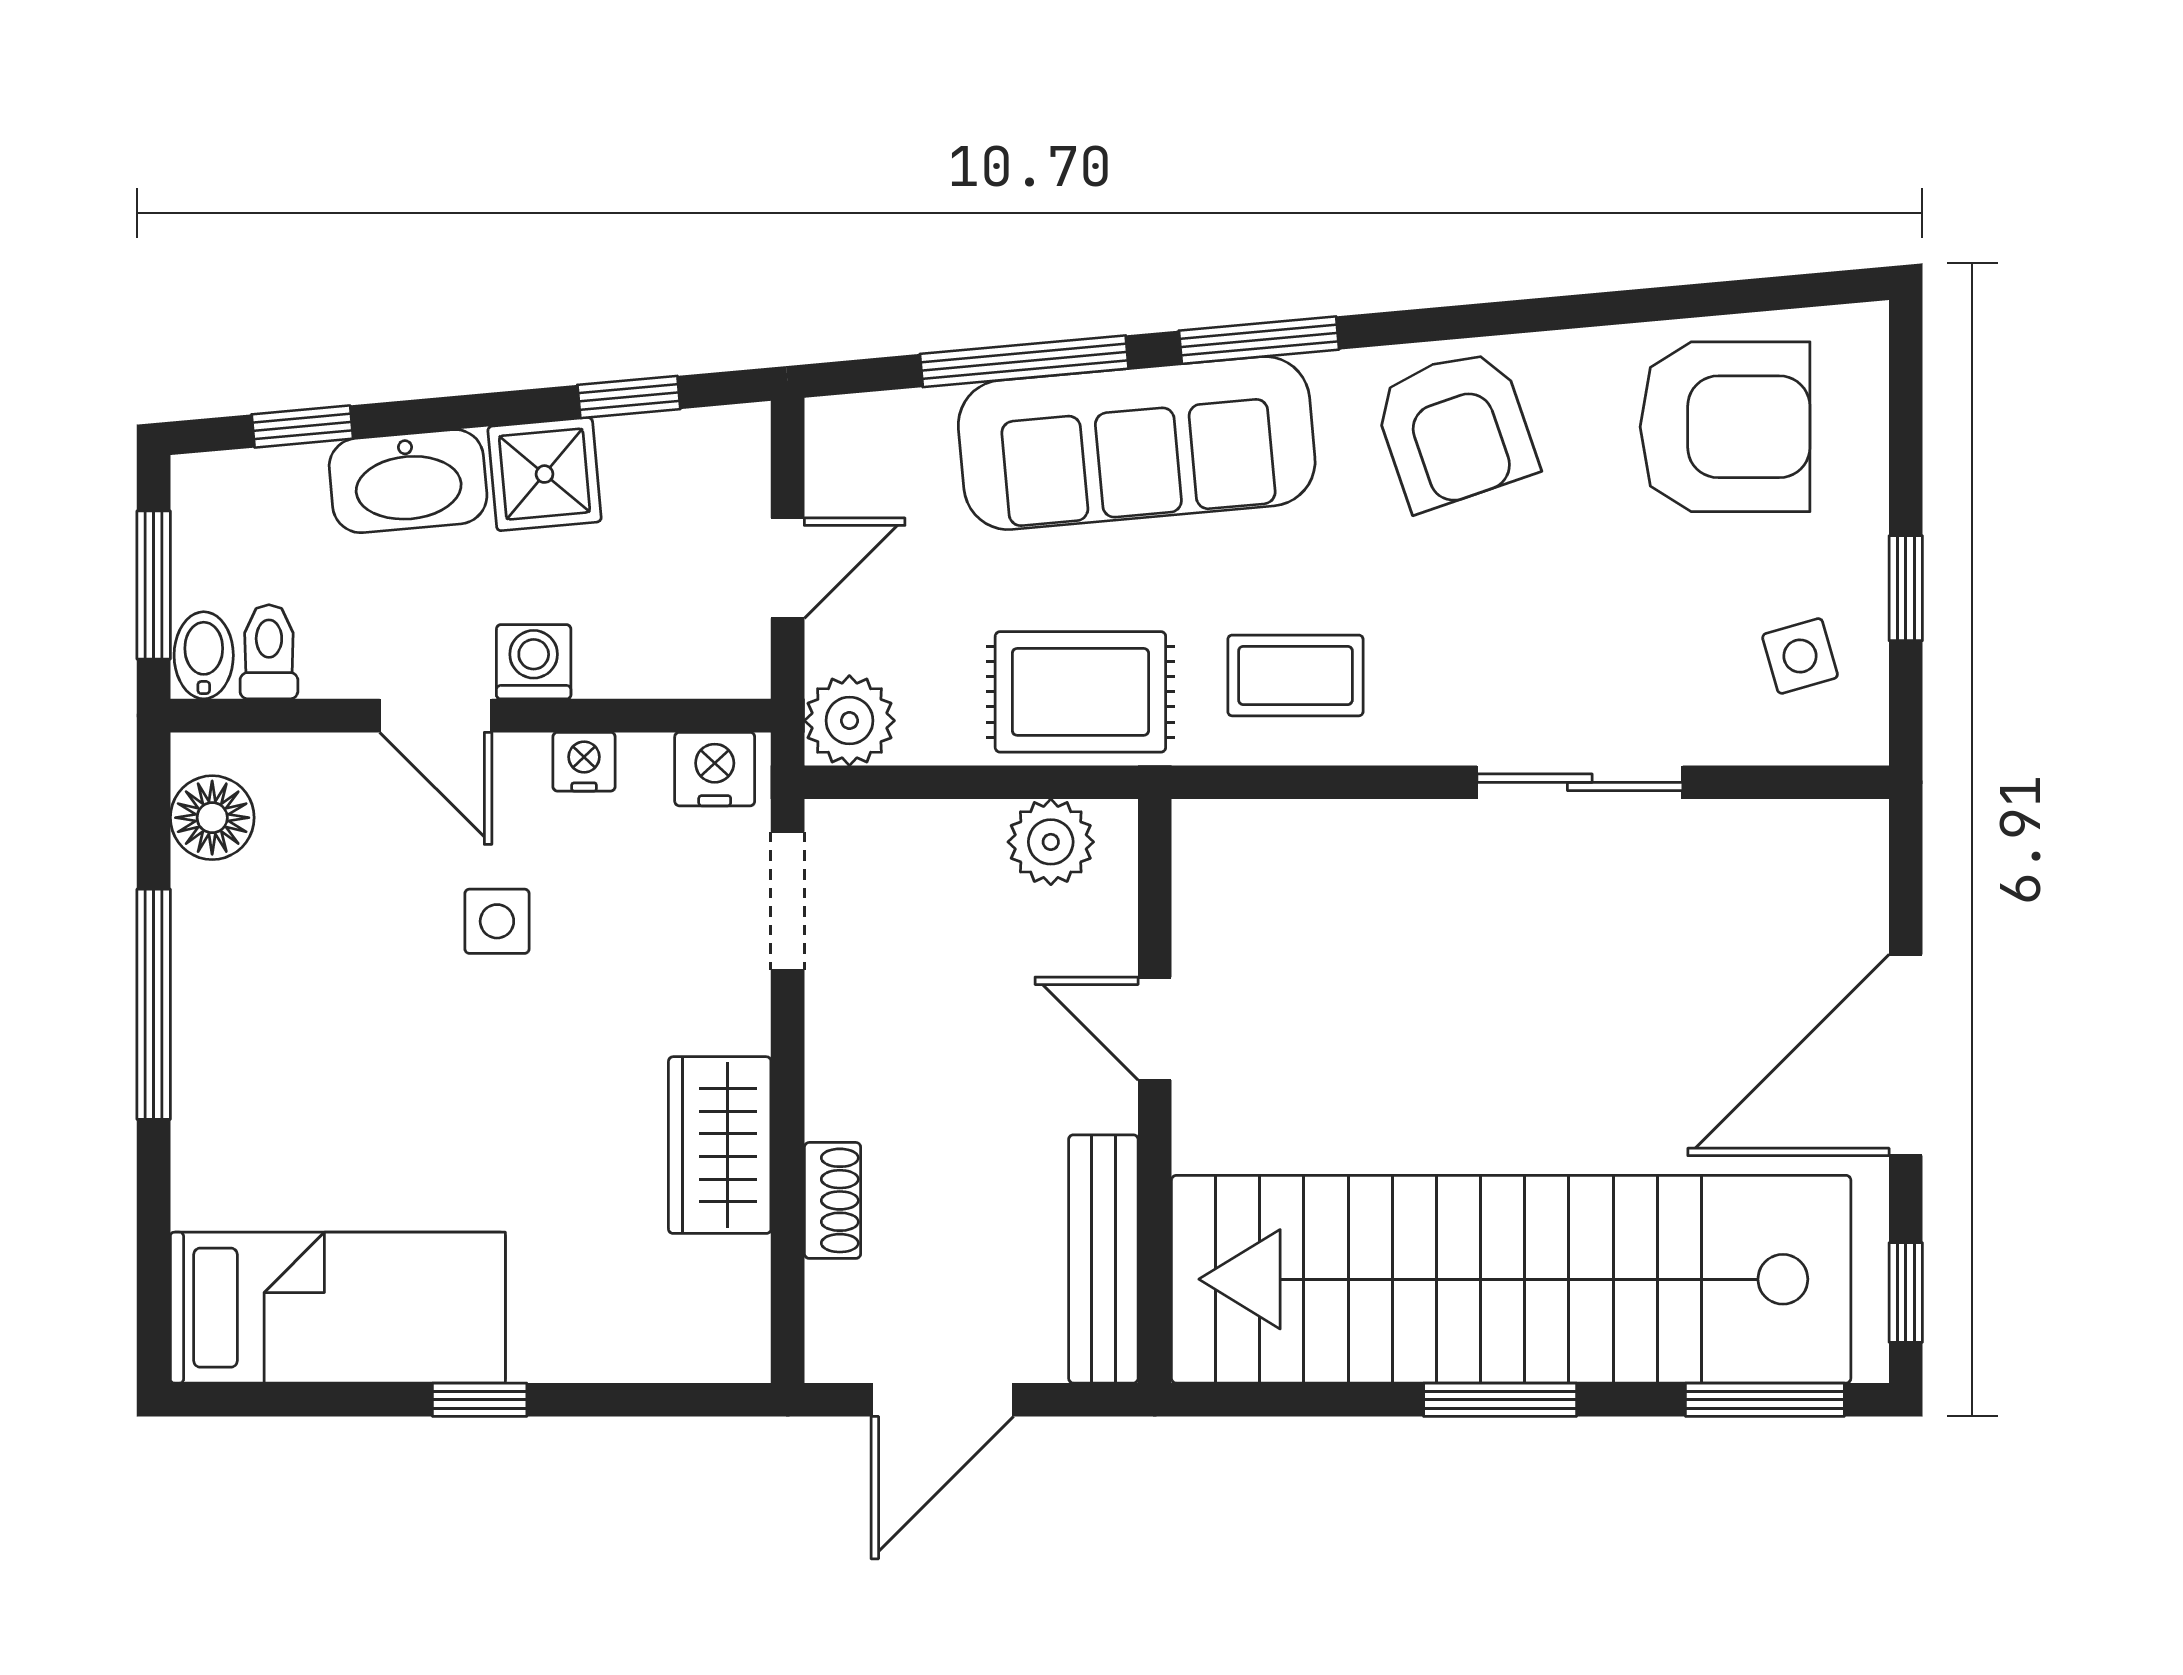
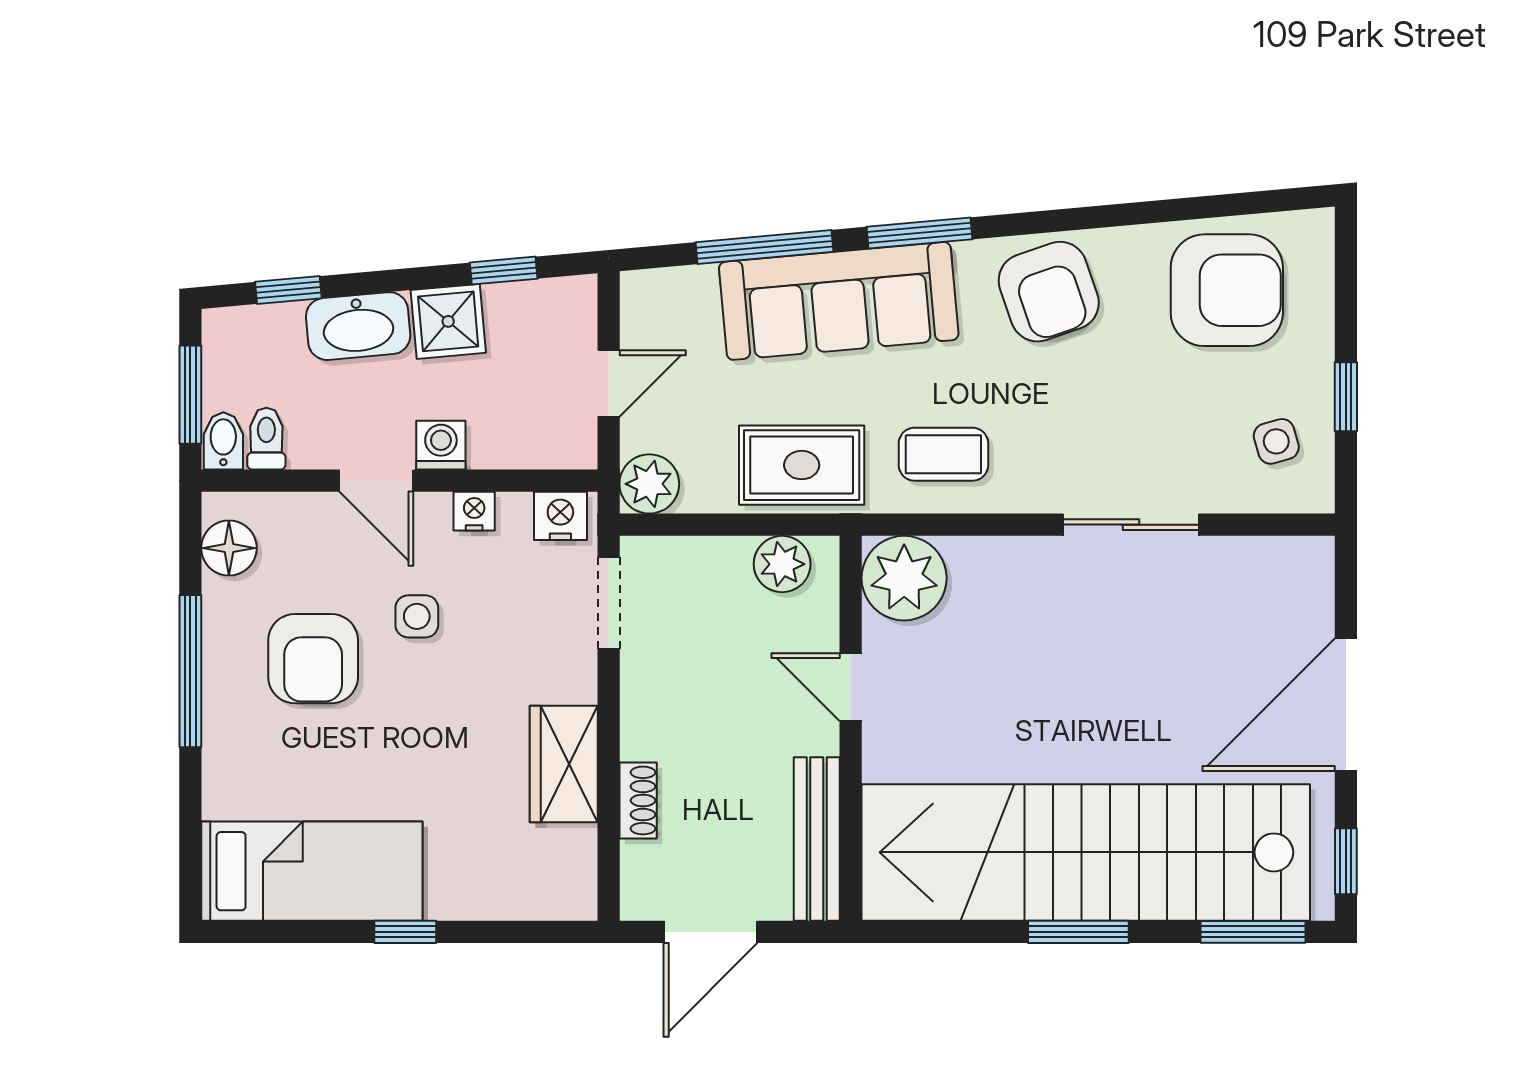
plant: (1236, 863) -> (904, 578), added
armchair: (340, 985) -> (313, 659), added

